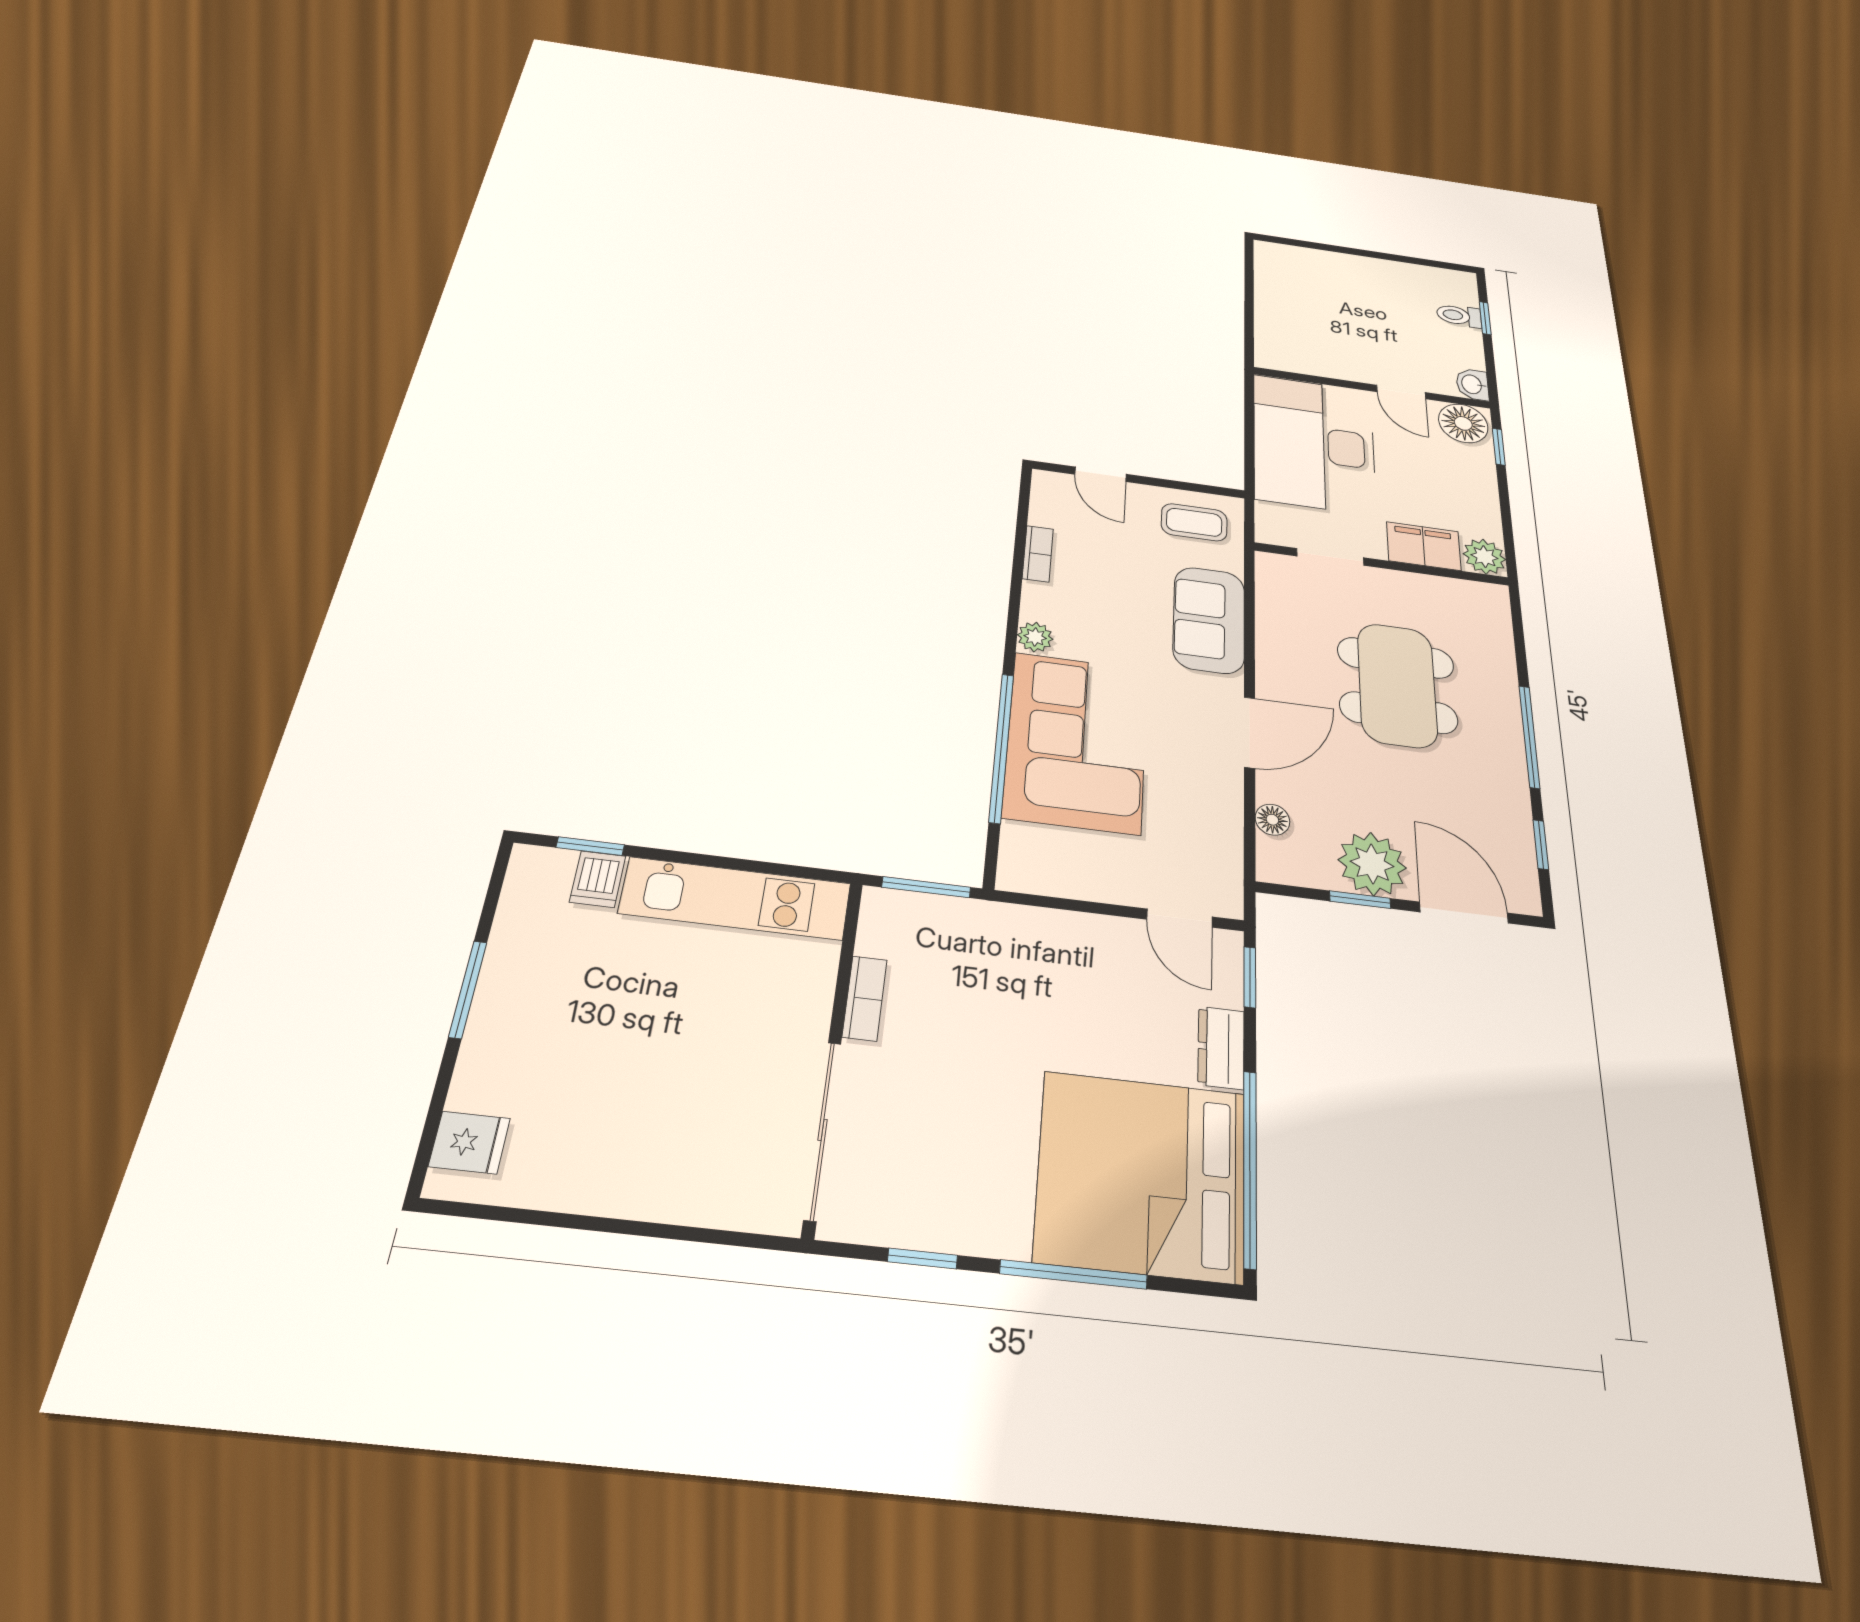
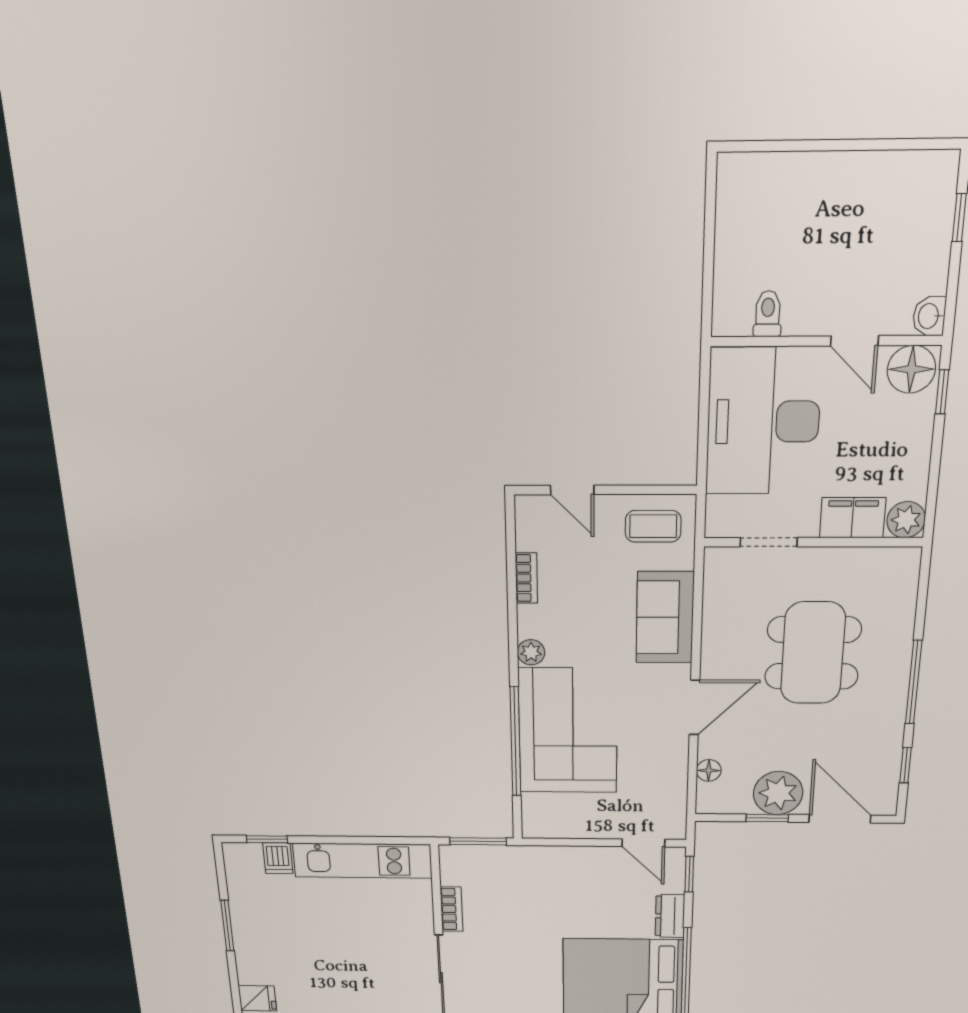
toilet: (1459, 316) -> (768, 314), moved, turned 90

